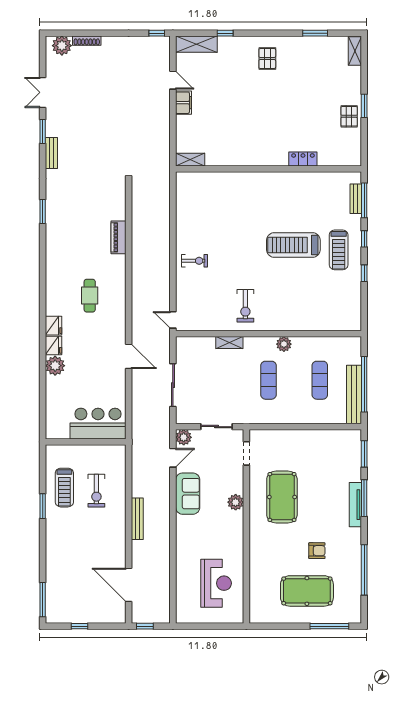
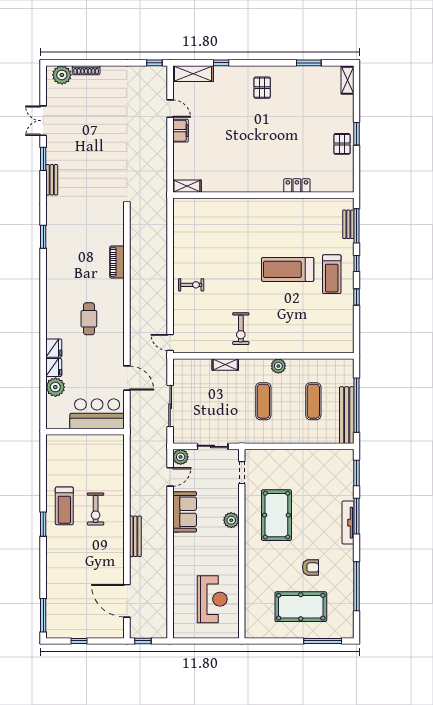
bar counter: (98, 424) -> (97, 414), moved
wall: (86, 442) -> (85, 432), moved

